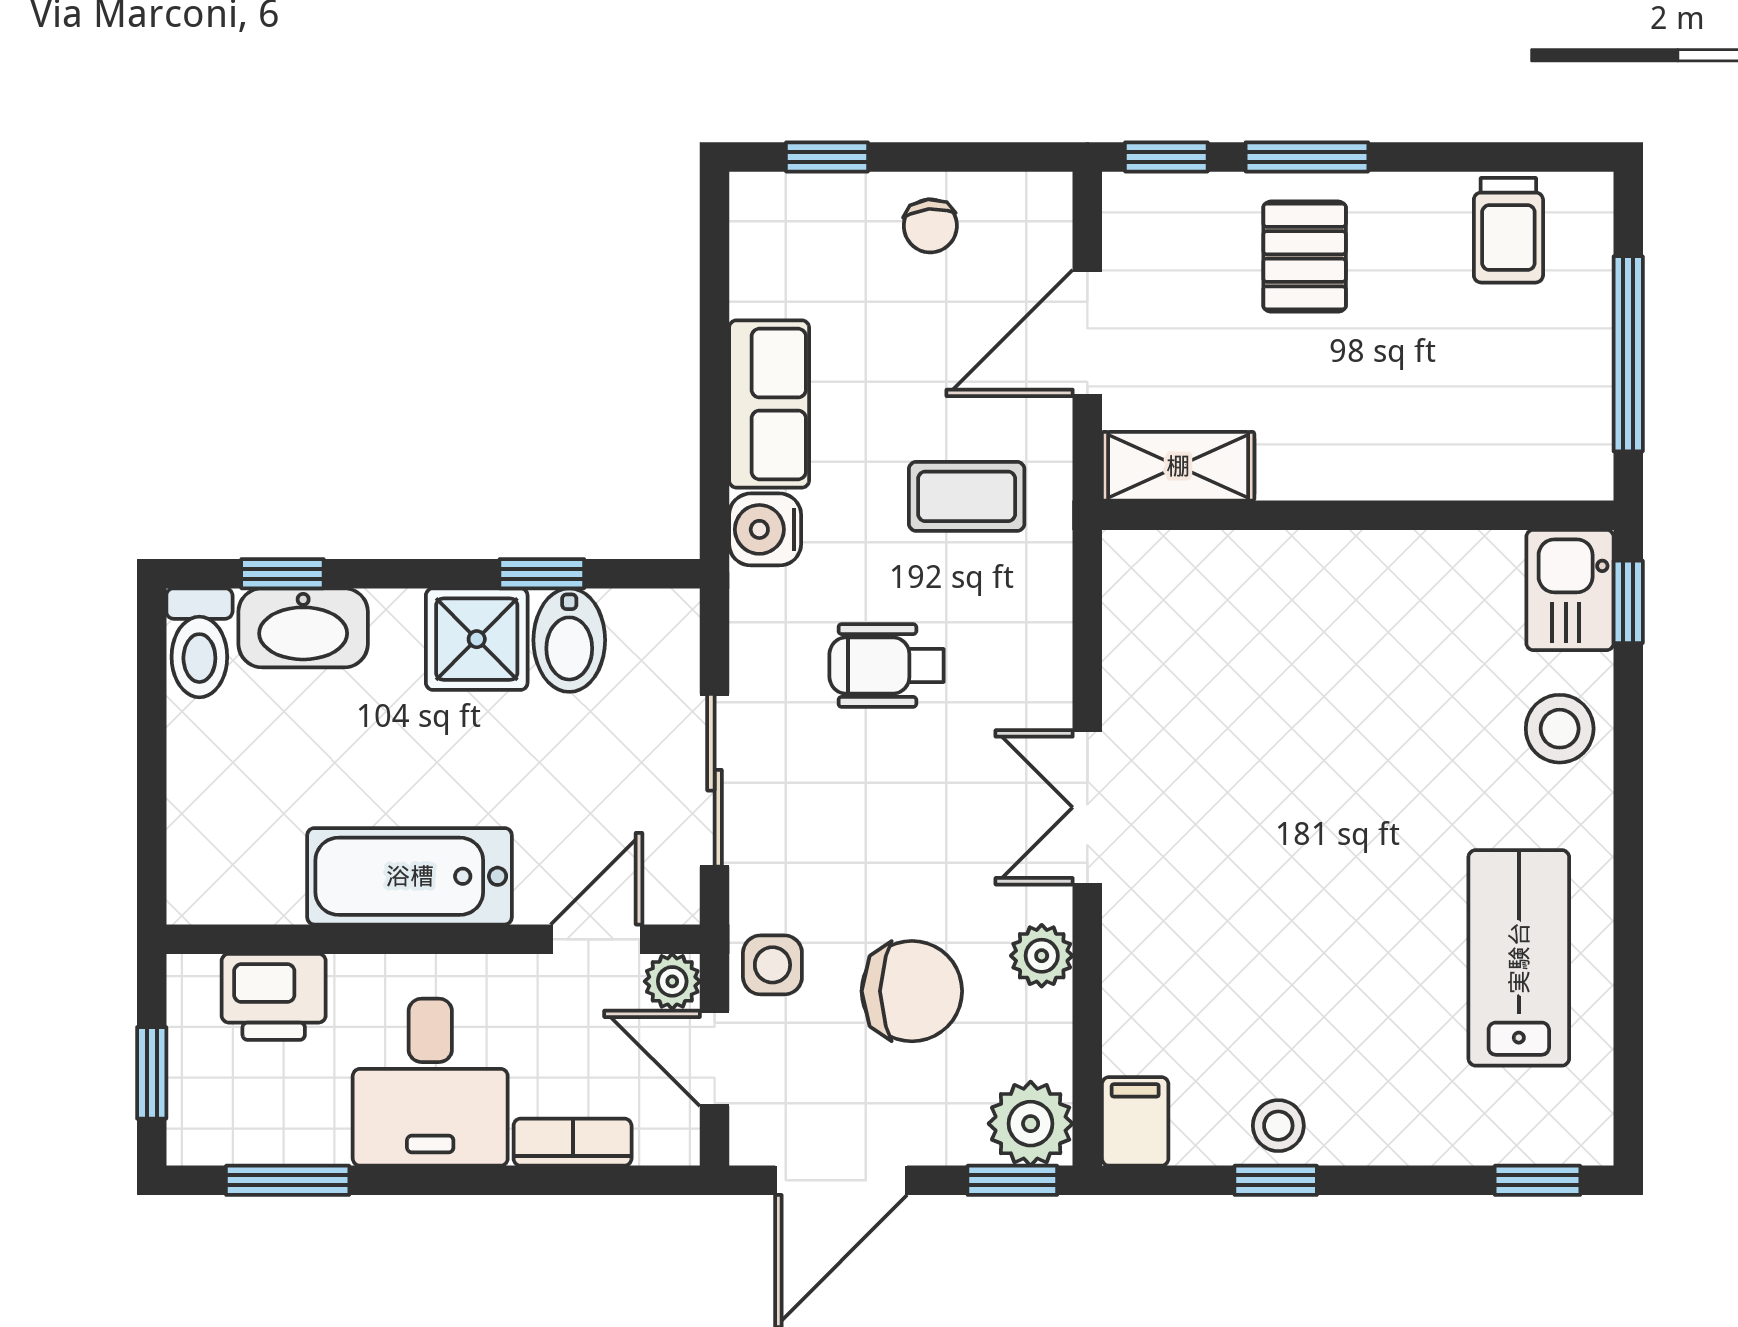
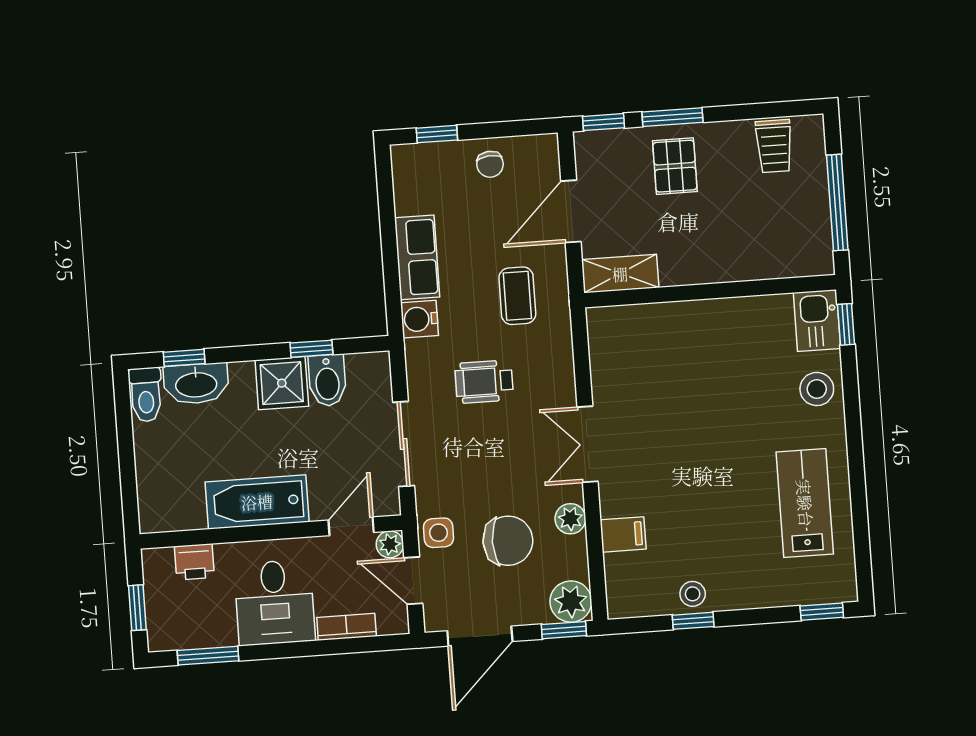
coffee table: (967, 496) -> (517, 296), turned 90
printer: (274, 997) -> (194, 562), width x0.73, depth x0.81
filing cabinet: (1135, 1121) -> (623, 534), moved, turned 90

